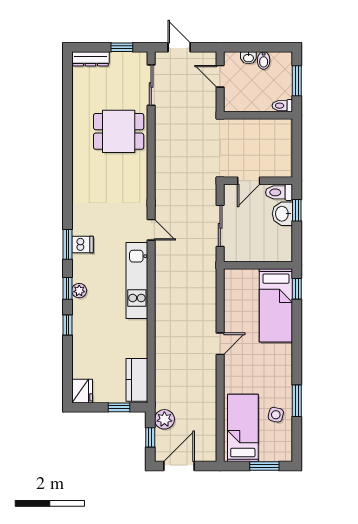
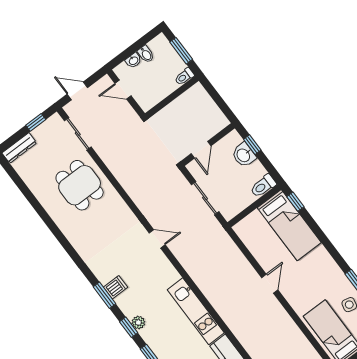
dining table: (119, 131) -> (80, 185), turned 90
toilet: (279, 192) -> (263, 186), moved
kitchen unit: (137, 280) -> (196, 311), moved

